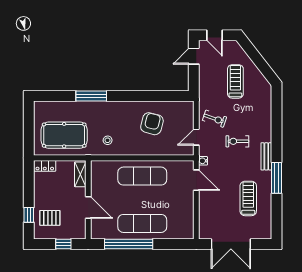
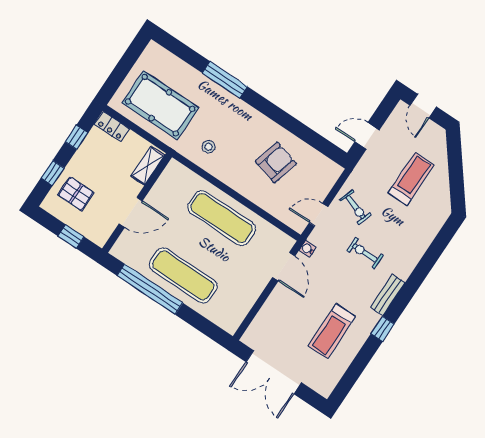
door: (194, 56) -> (367, 136), moved
window: (276, 178) -> (383, 329), width x0.46
window: (29, 185) -> (77, 137), added
treadmill: (248, 198) -> (332, 331), turned 180
door: (88, 207) -> (131, 212), hinge flipped

